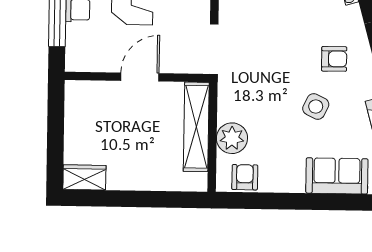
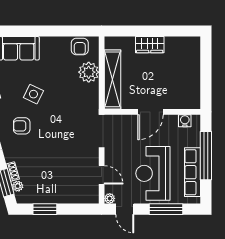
water cooler: (88, 63) -> (185, 121), added
wardrobe: (84, 177) -> (150, 45), moved

